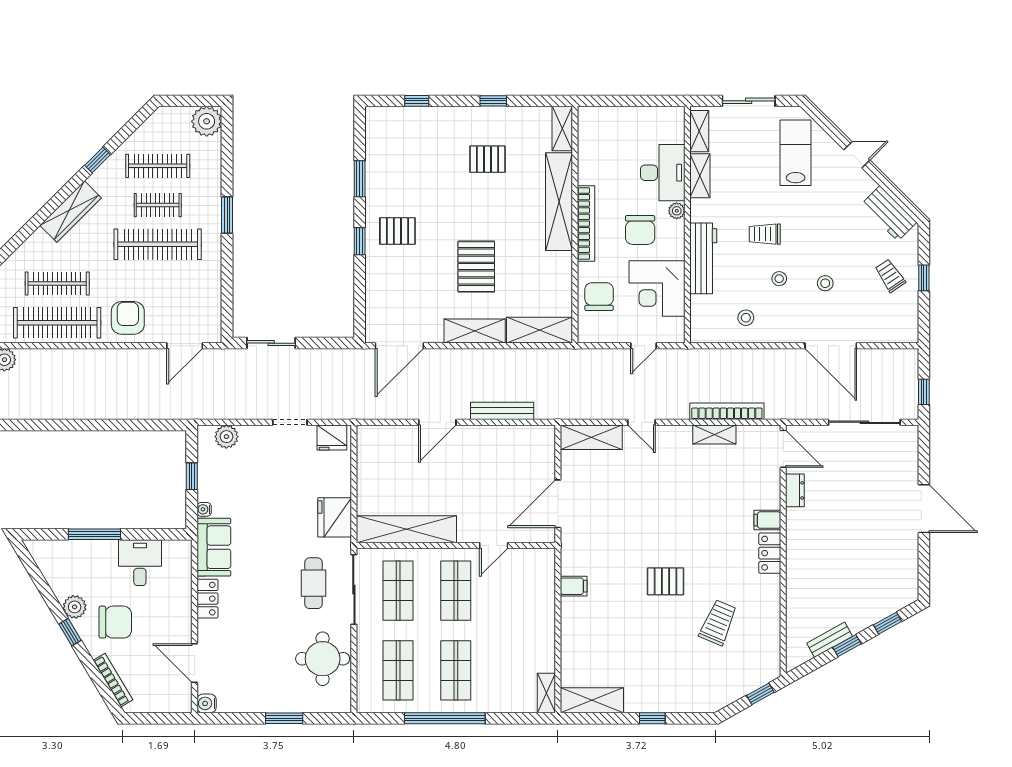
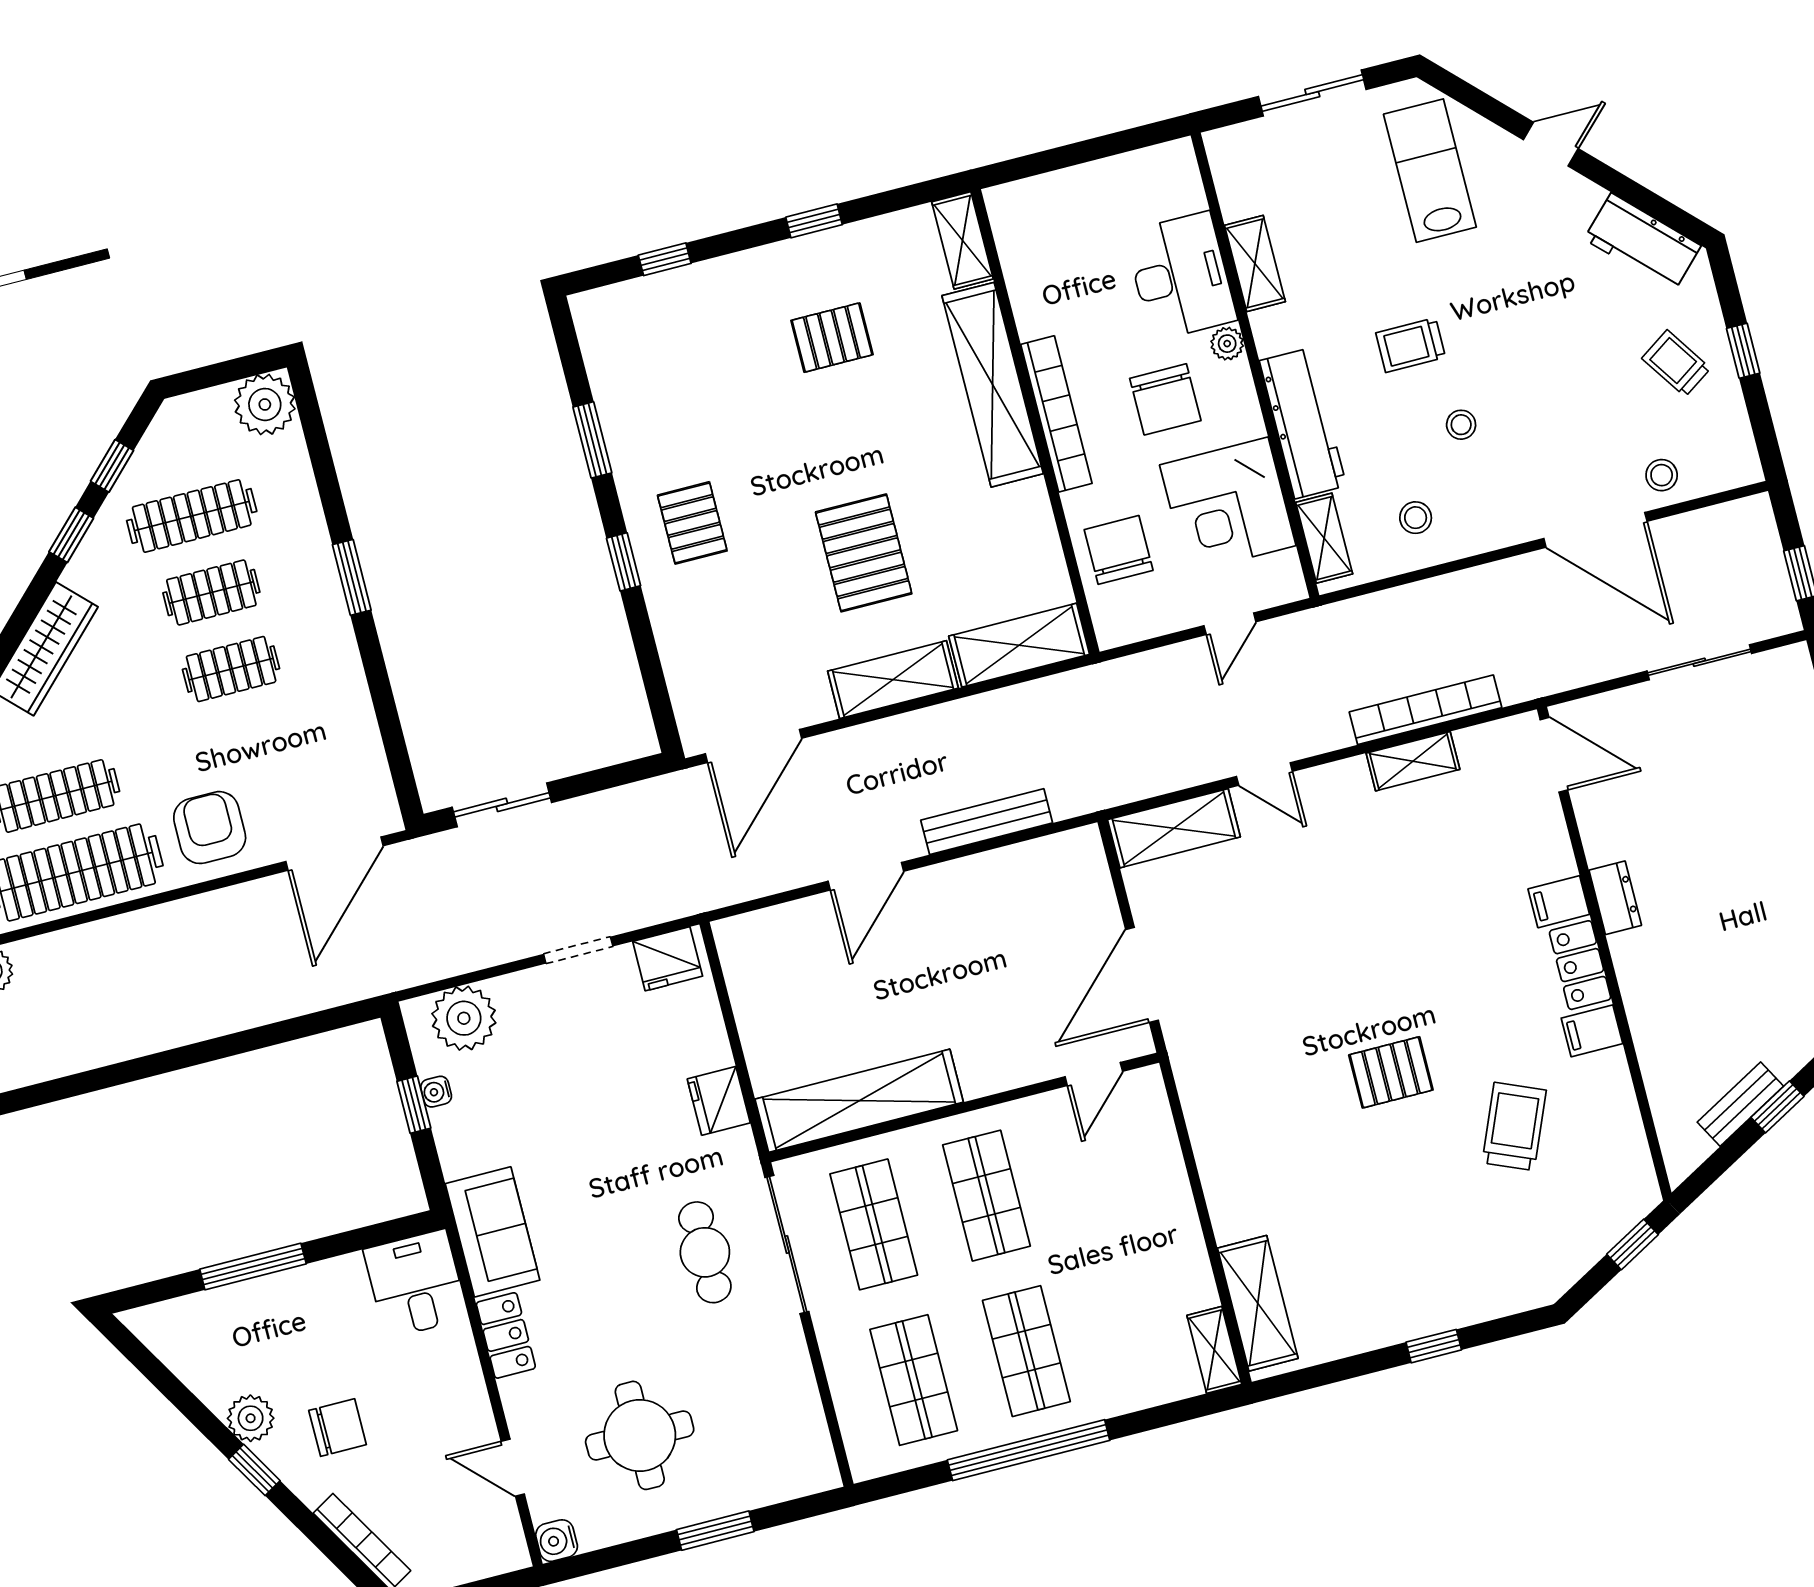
shelving: (699, 131) -> (1324, 538), moved
window: (126, 132) -> (112, 466), added
pallet: (397, 231) -> (692, 523), turned 90
clothes rail: (158, 244) -> (231, 669), width x0.54, depth x0.76
stool: (825, 283) -> (1662, 475), moved
door: (185, 346) -> (335, 854), width x1.36
sliding door: (864, 422) -> (1699, 662), width x0.73
plant: (226, 437) -> (464, 1018), width x1.36, depth x1.36
dresser: (795, 490) -> (1615, 898), moved
water cooler: (204, 509) -> (436, 1092), moved
fridge: (335, 517) -> (719, 1101), width x0.73, depth x0.75
door: (494, 546) -> (1094, 1074), moved
desk: (140, 563) -> (416, 1284), moved
filing cabinet: (574, 586) -> (1592, 1031), moved, turned 180
chair: (115, 622) -> (338, 1428), width x0.73, depth x0.73
round table: (323, 659) -> (640, 1435), moved
door: (195, 663) -> (513, 1468), width x0.73
shelving: (592, 700) -> (1258, 1303), moved, turned 90

